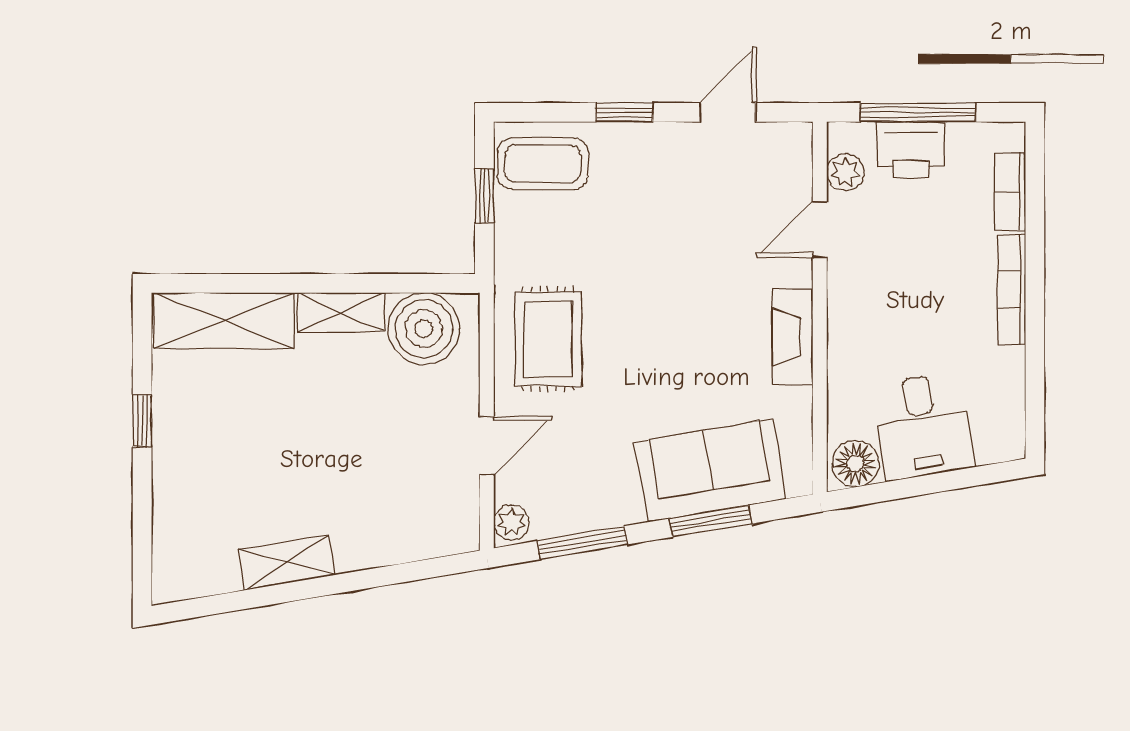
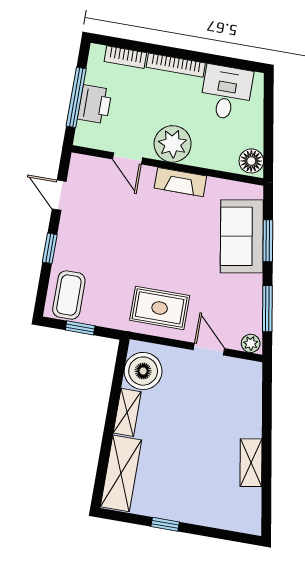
plant: (845, 172) -> (173, 144), moved, width x1.87, depth x1.87
desk: (923, 426) -> (226, 93), moved, turned -80

